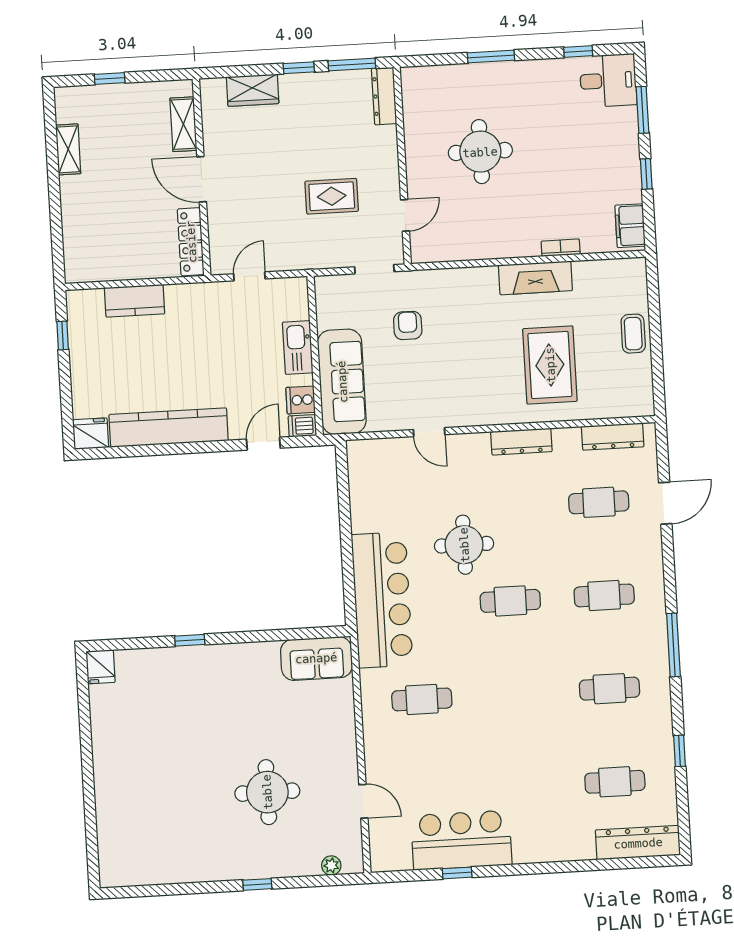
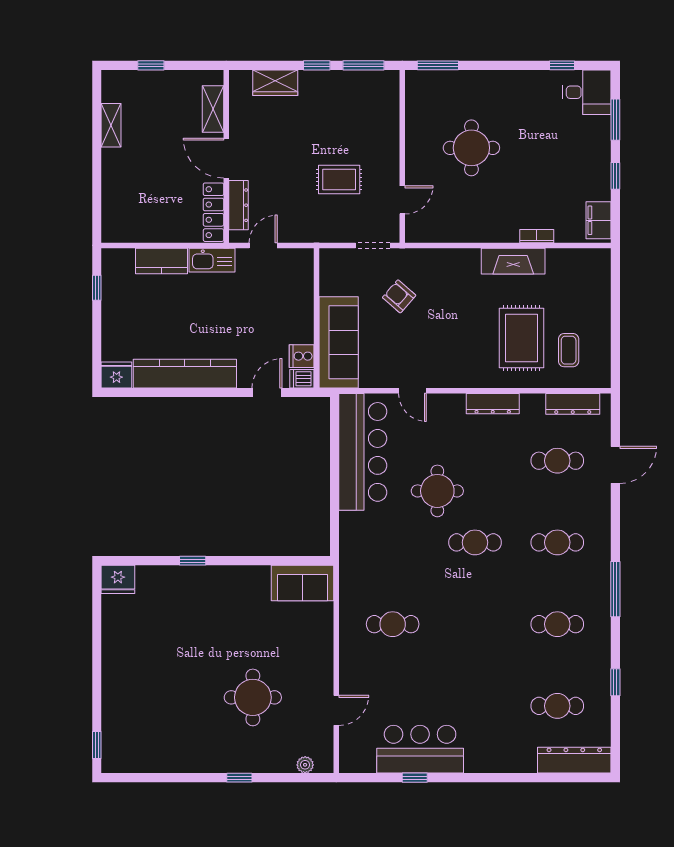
window: (491, 57) -> (438, 65), moved
dresser: (384, 96) -> (239, 205), moved, turned 180
armchair: (408, 325) -> (399, 296), turned -49
coffee table: (633, 334) -> (569, 350), moved
kitchen sink: (298, 348) -> (212, 260), moved, turned -90
bar counter: (382, 600) -> (363, 452), moved
fridge: (101, 667) -> (118, 579), width x1.38
door: (363, 801) -> (336, 710), hinge flipped
window: (93, 856) -> (97, 745), added

